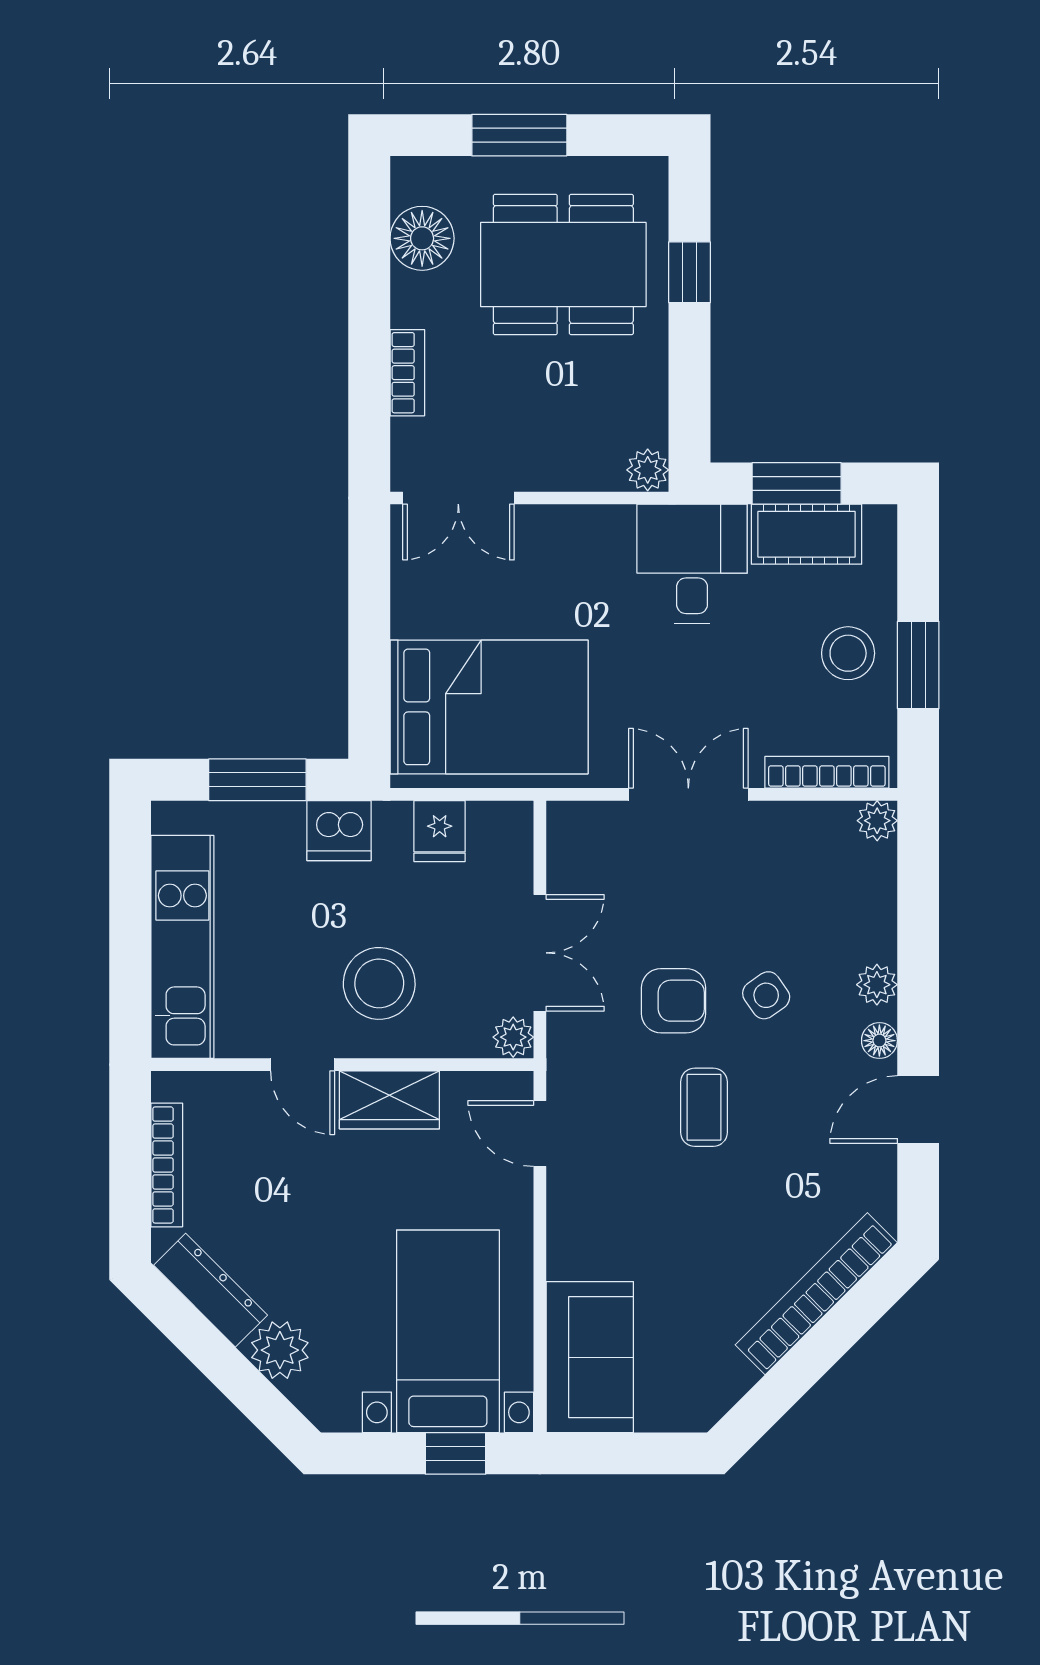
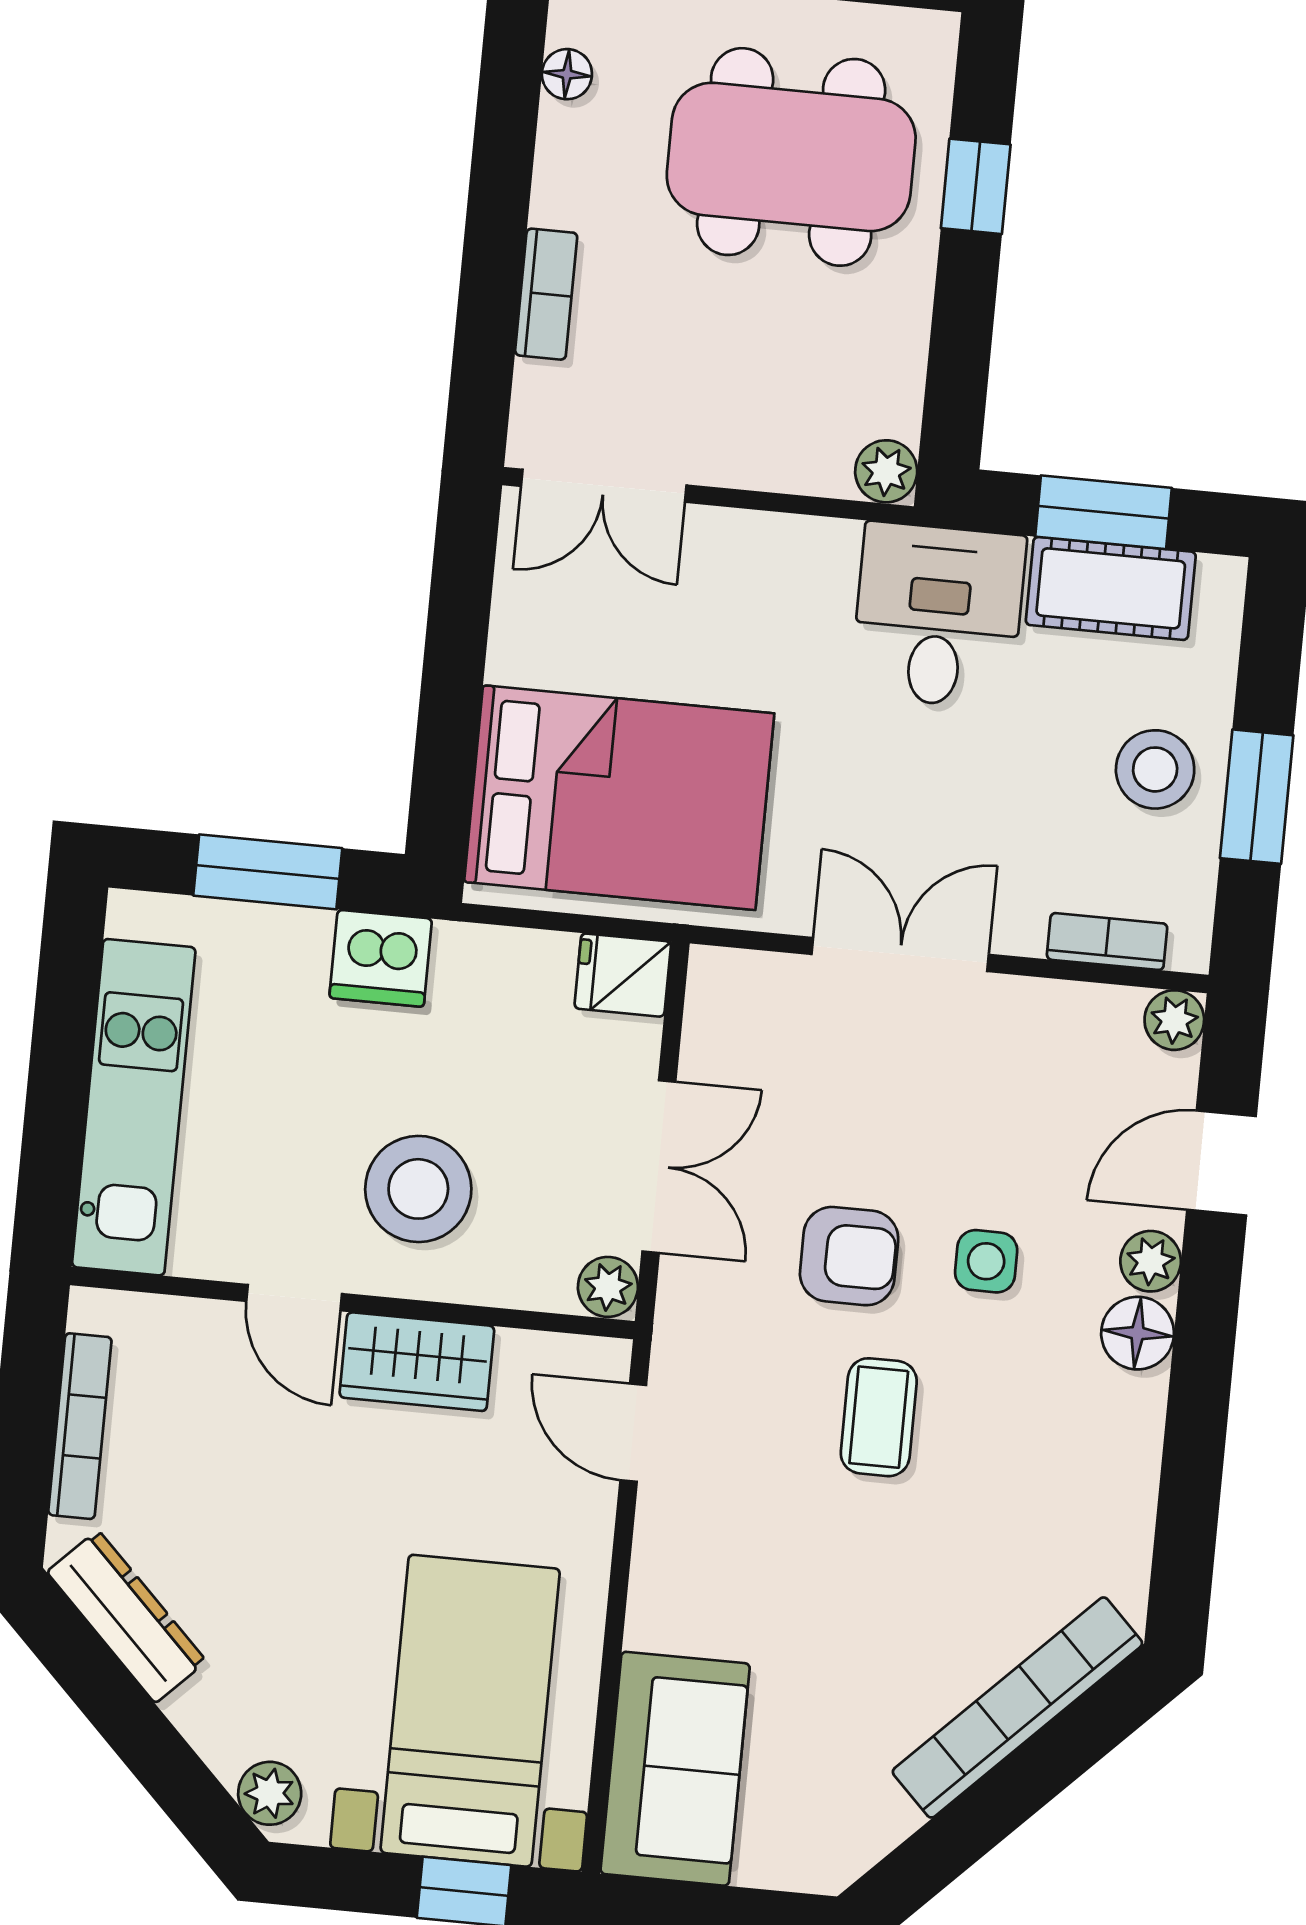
floor lamp: (422, 238) -> (567, 74), width x0.53, depth x0.53
bookcase: (827, 772) -> (1107, 942), width x0.64
fridge: (440, 831) -> (623, 975), moved, turned 90
side table: (766, 995) -> (986, 1261), turned 35
floor lamp: (879, 1041) -> (1138, 1333), width x1.37, depth x1.37
door: (918, 1110) -> (1221, 1163), moved
plant: (280, 1350) -> (270, 1793), moved, width x0.73, depth x0.73

